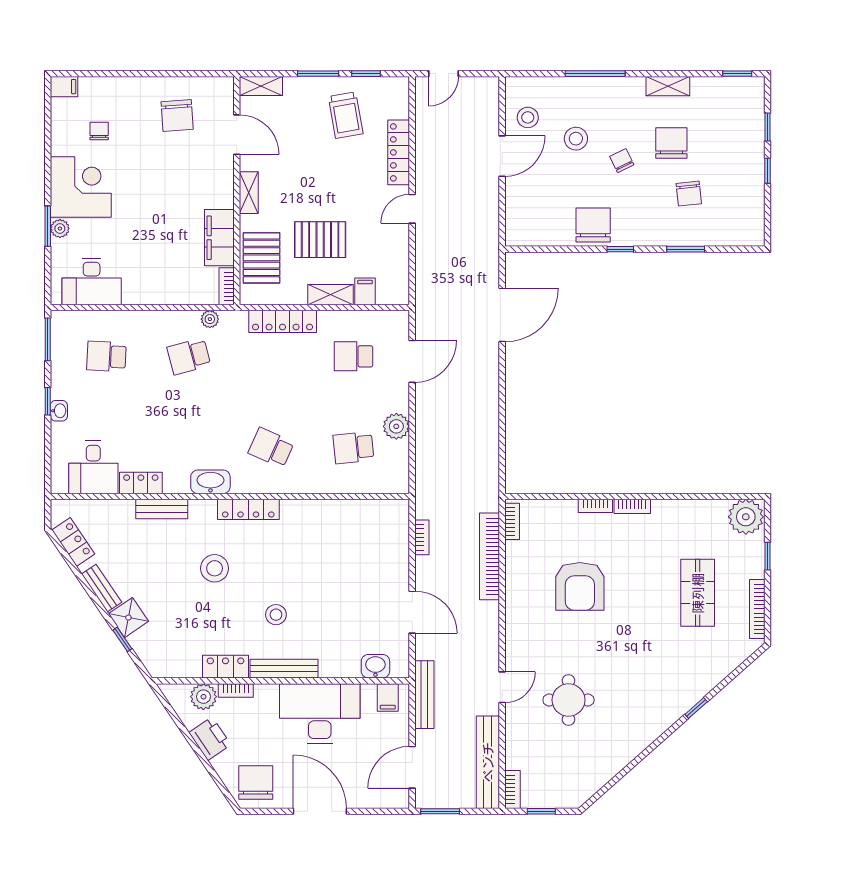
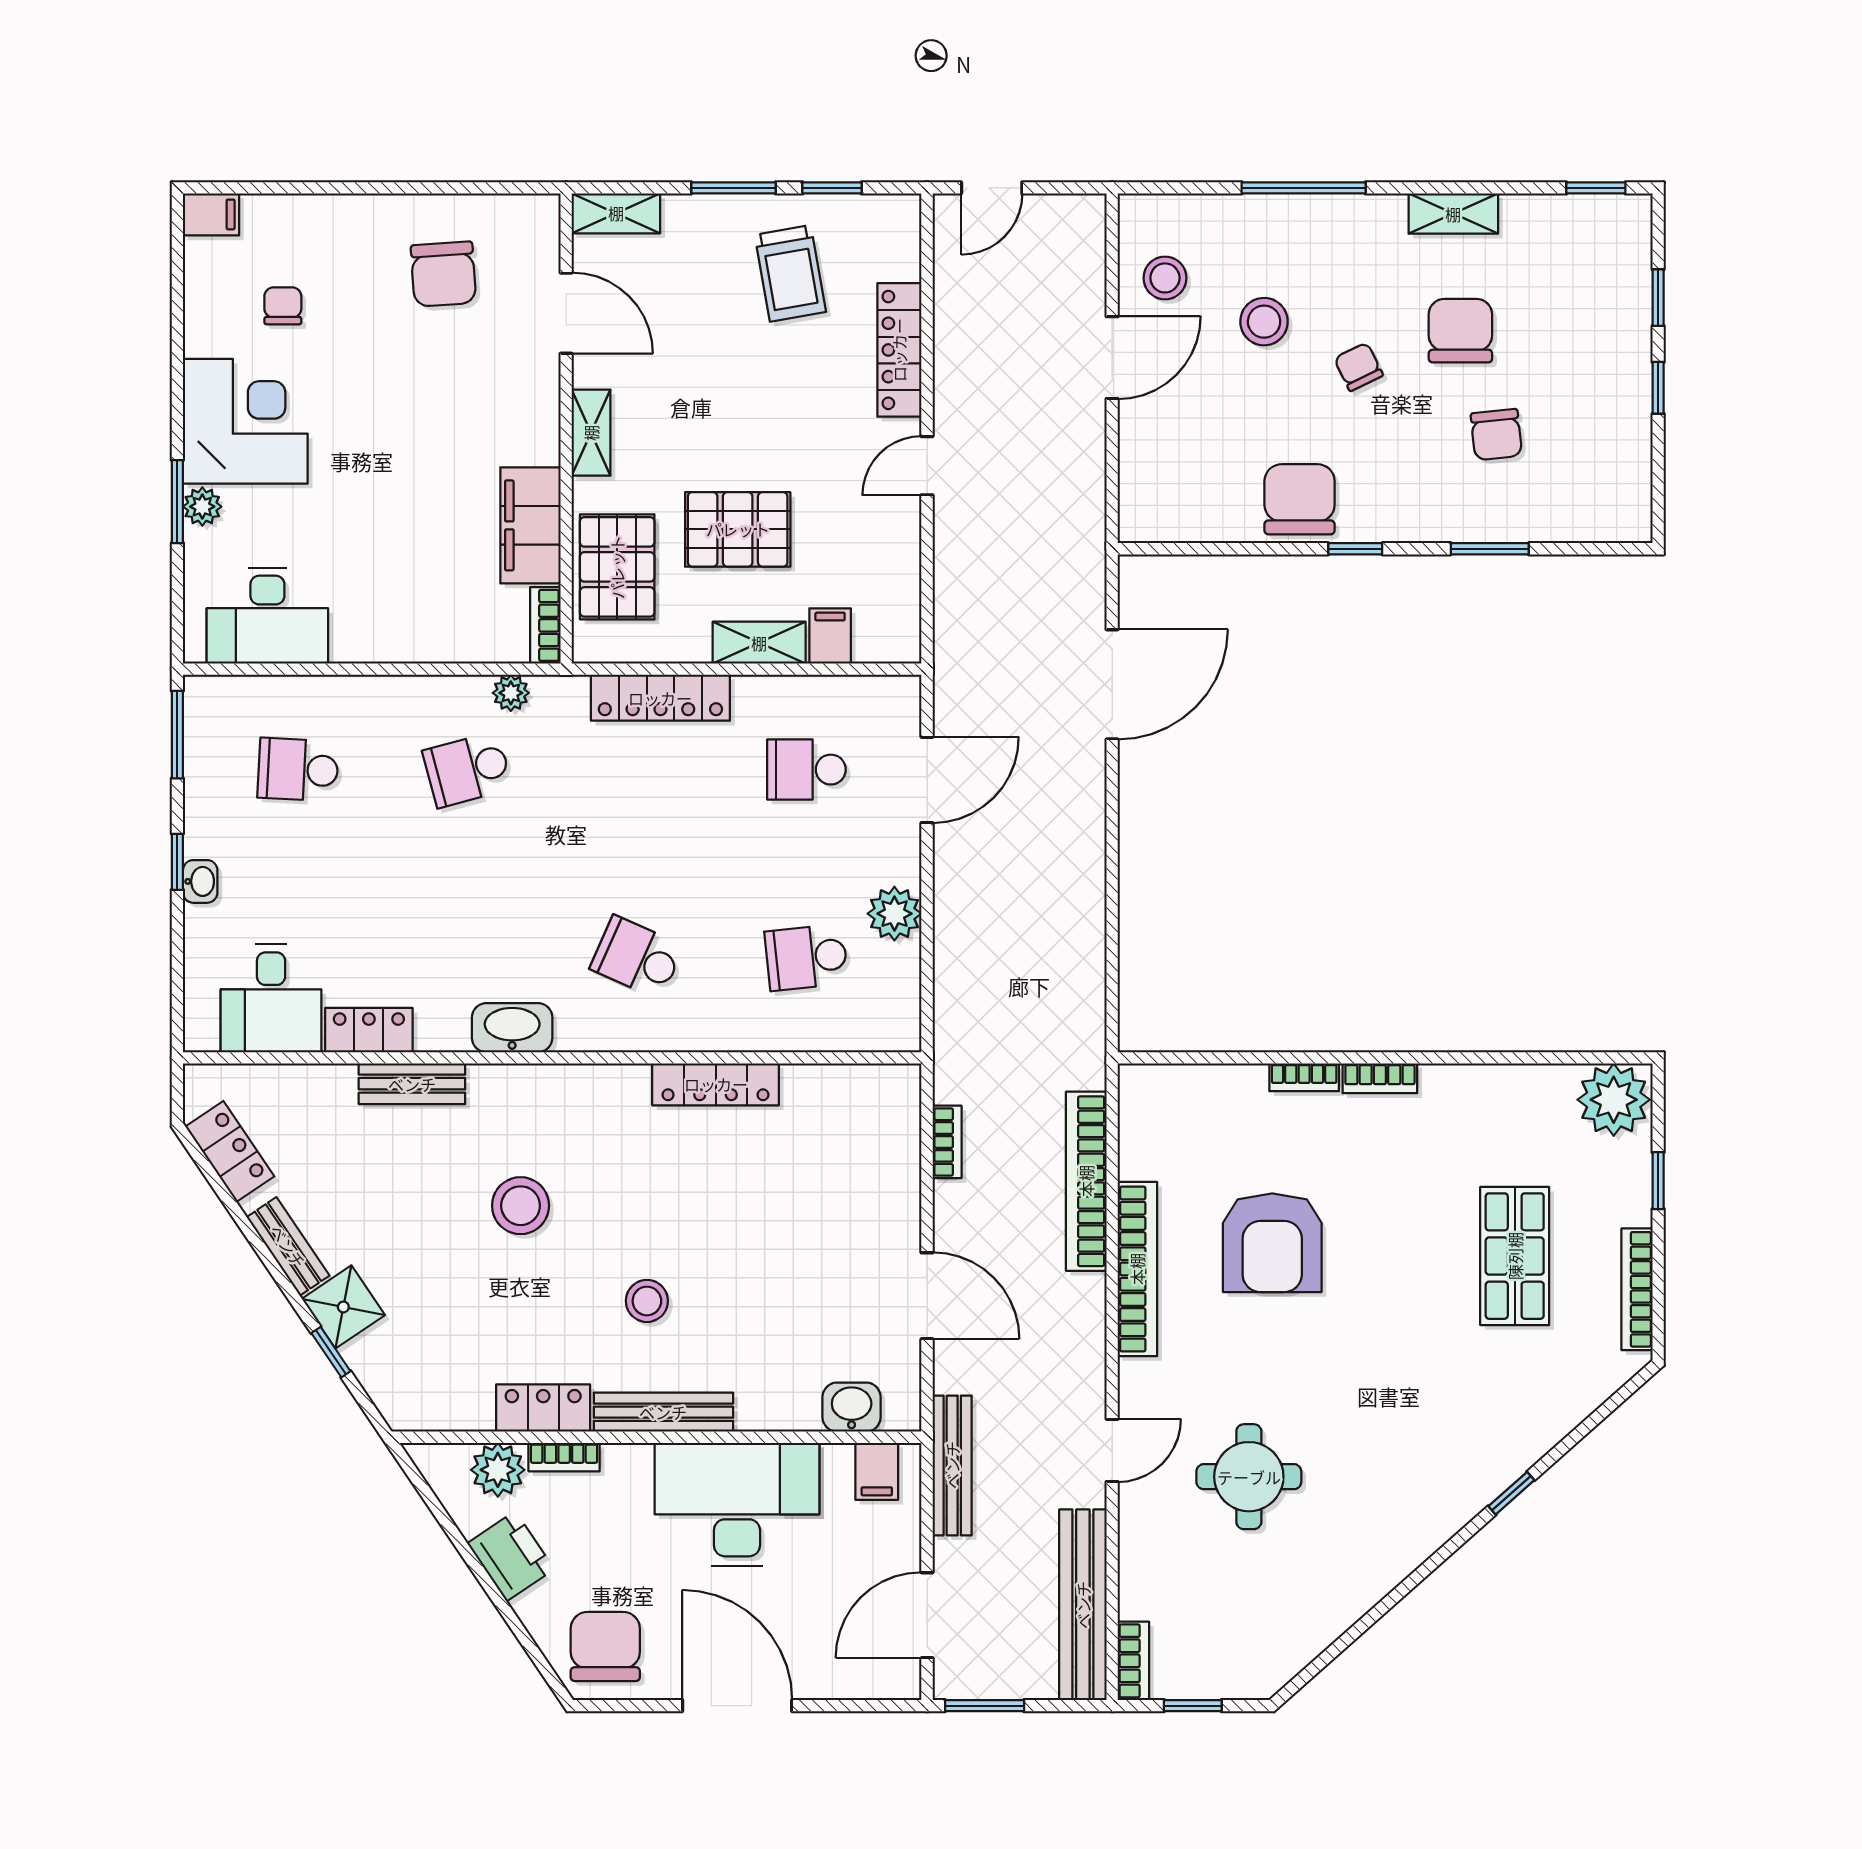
locker: (248, 509) -> (716, 1084), moved
bookcase: (512, 521) -> (1137, 1269), moved, width x2.31, depth x1.31

